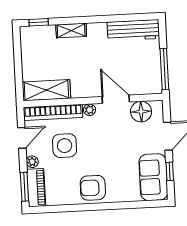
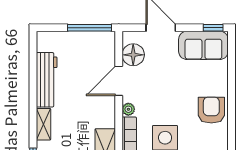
workbench: (133, 30) -> (47, 80), moved
window: (170, 171) -> (213, 28), moved
armchair: (93, 188) -> (211, 110), turned 180

